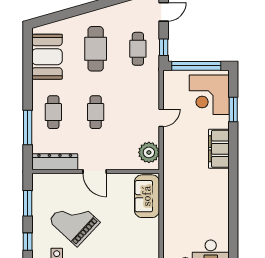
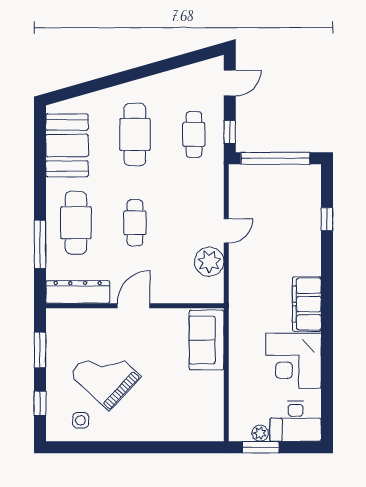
corner desk: (209, 95) -> (293, 361), moved
window: (233, 109) -> (327, 219), width x0.67
cafe table: (53, 112) -> (76, 223), width x1.37, depth x1.35
filing cabinet: (219, 149) -> (307, 304), moved
plant: (149, 152) -> (209, 262), moved
door: (95, 172) -> (133, 306), swing flipped

